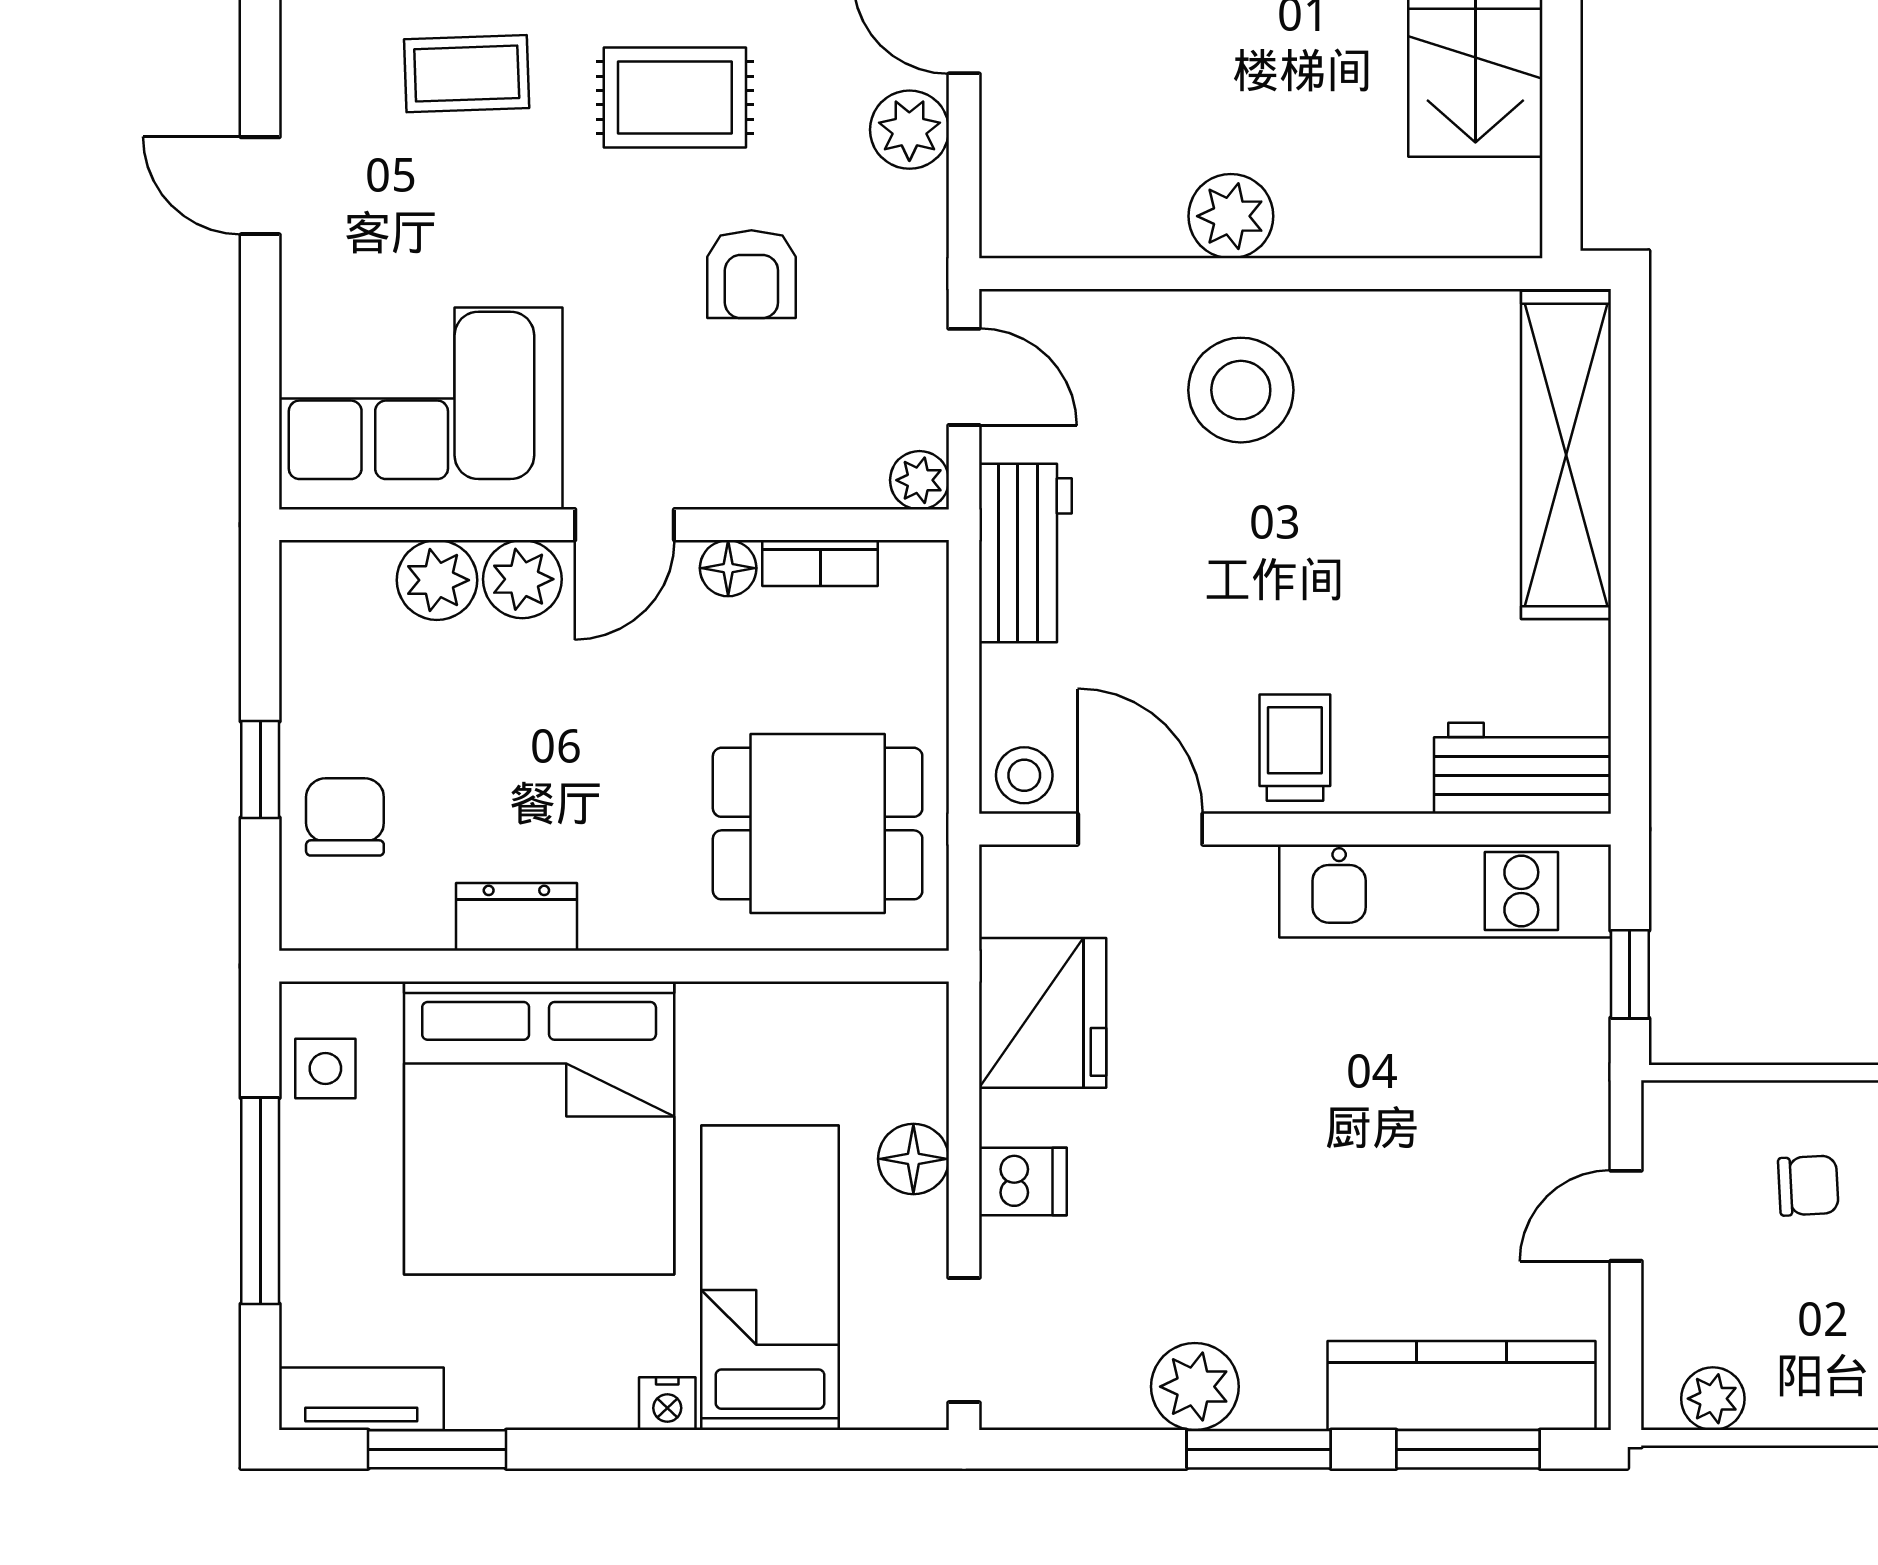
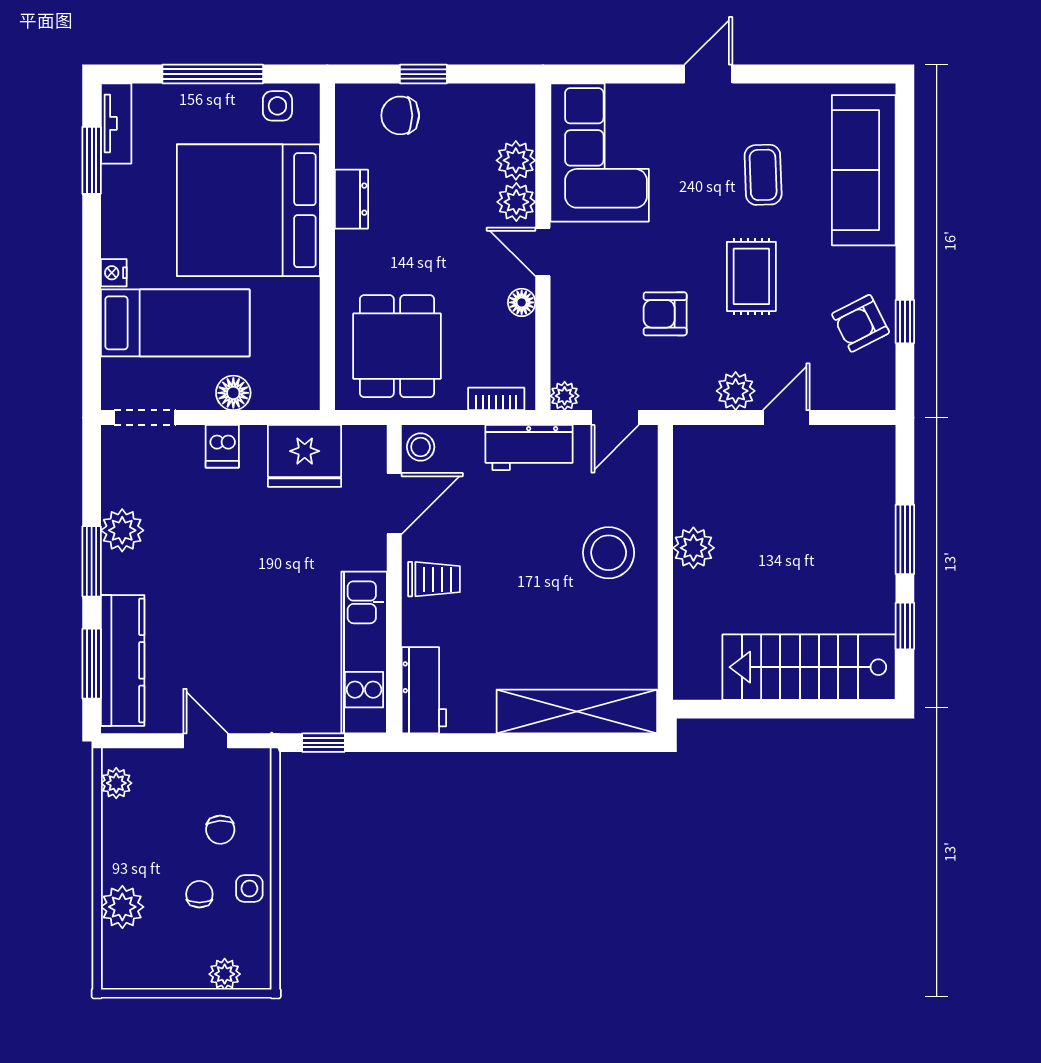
bookcase: (820, 563) -> (496, 399), moved, turned 90
chair: (345, 817) -> (400, 115), turned 180

